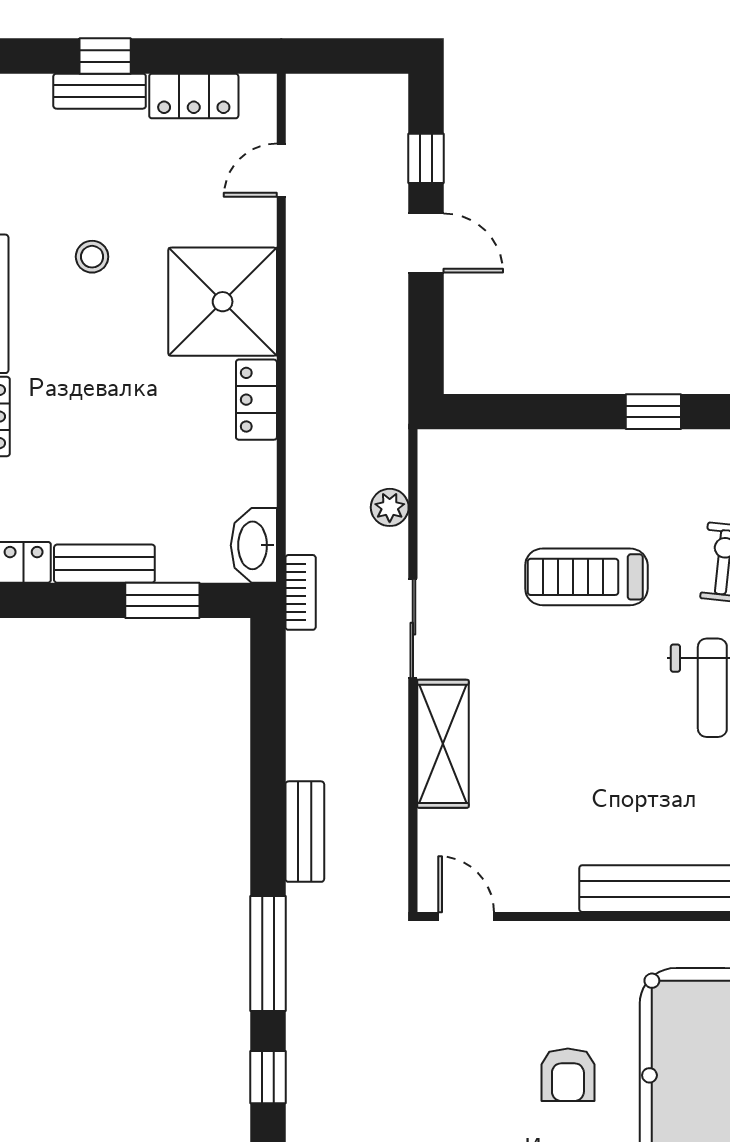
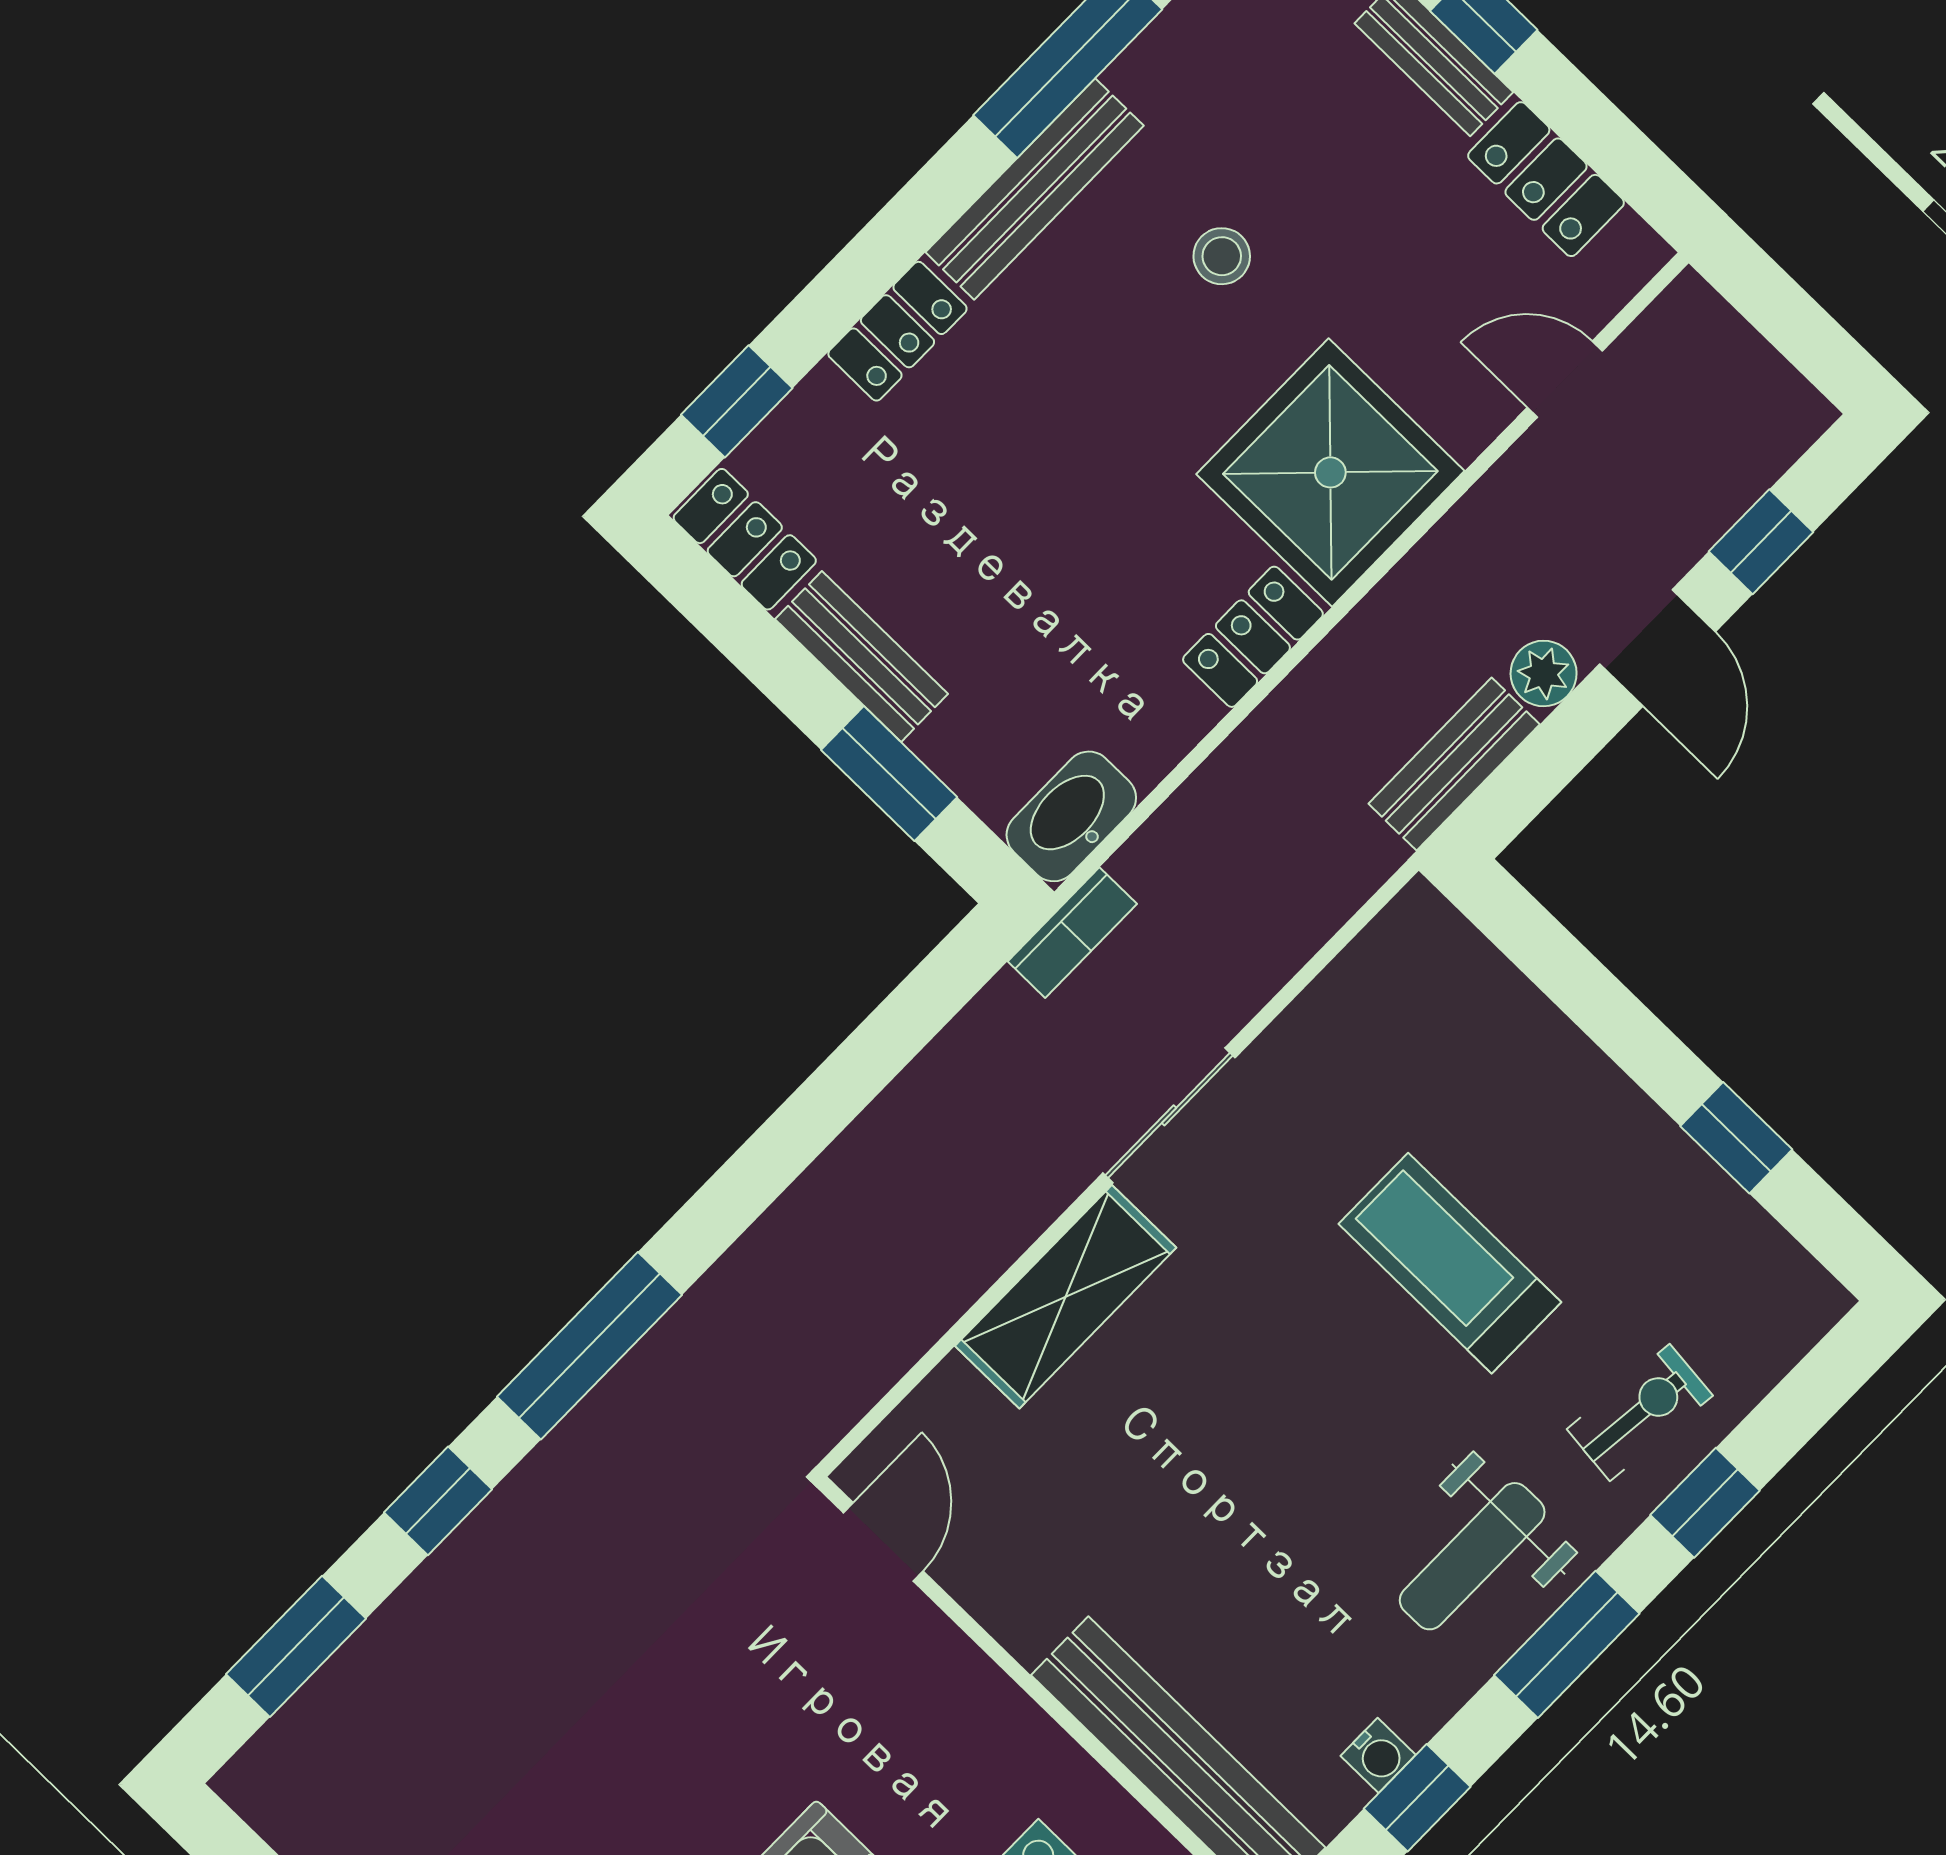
plant: (390, 507) -> (1544, 673), moved
bench: (305, 832) -> (1454, 764), moved

